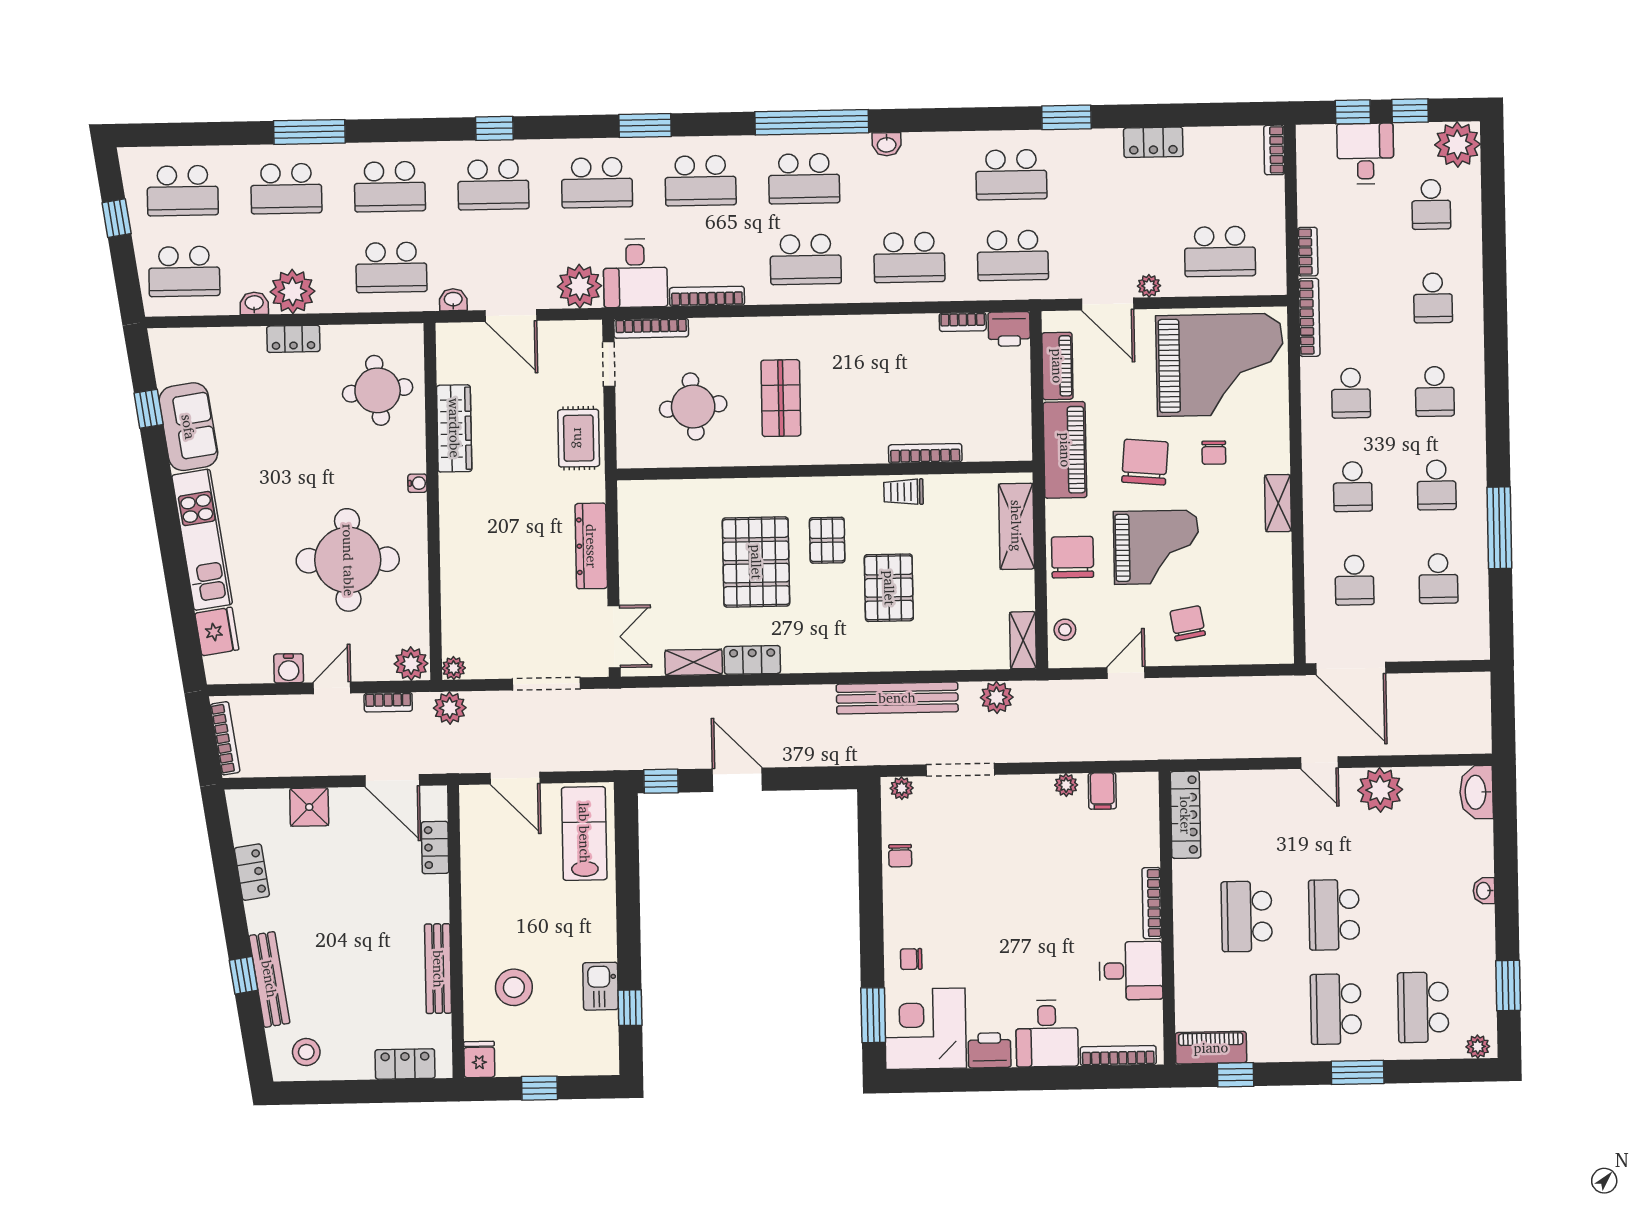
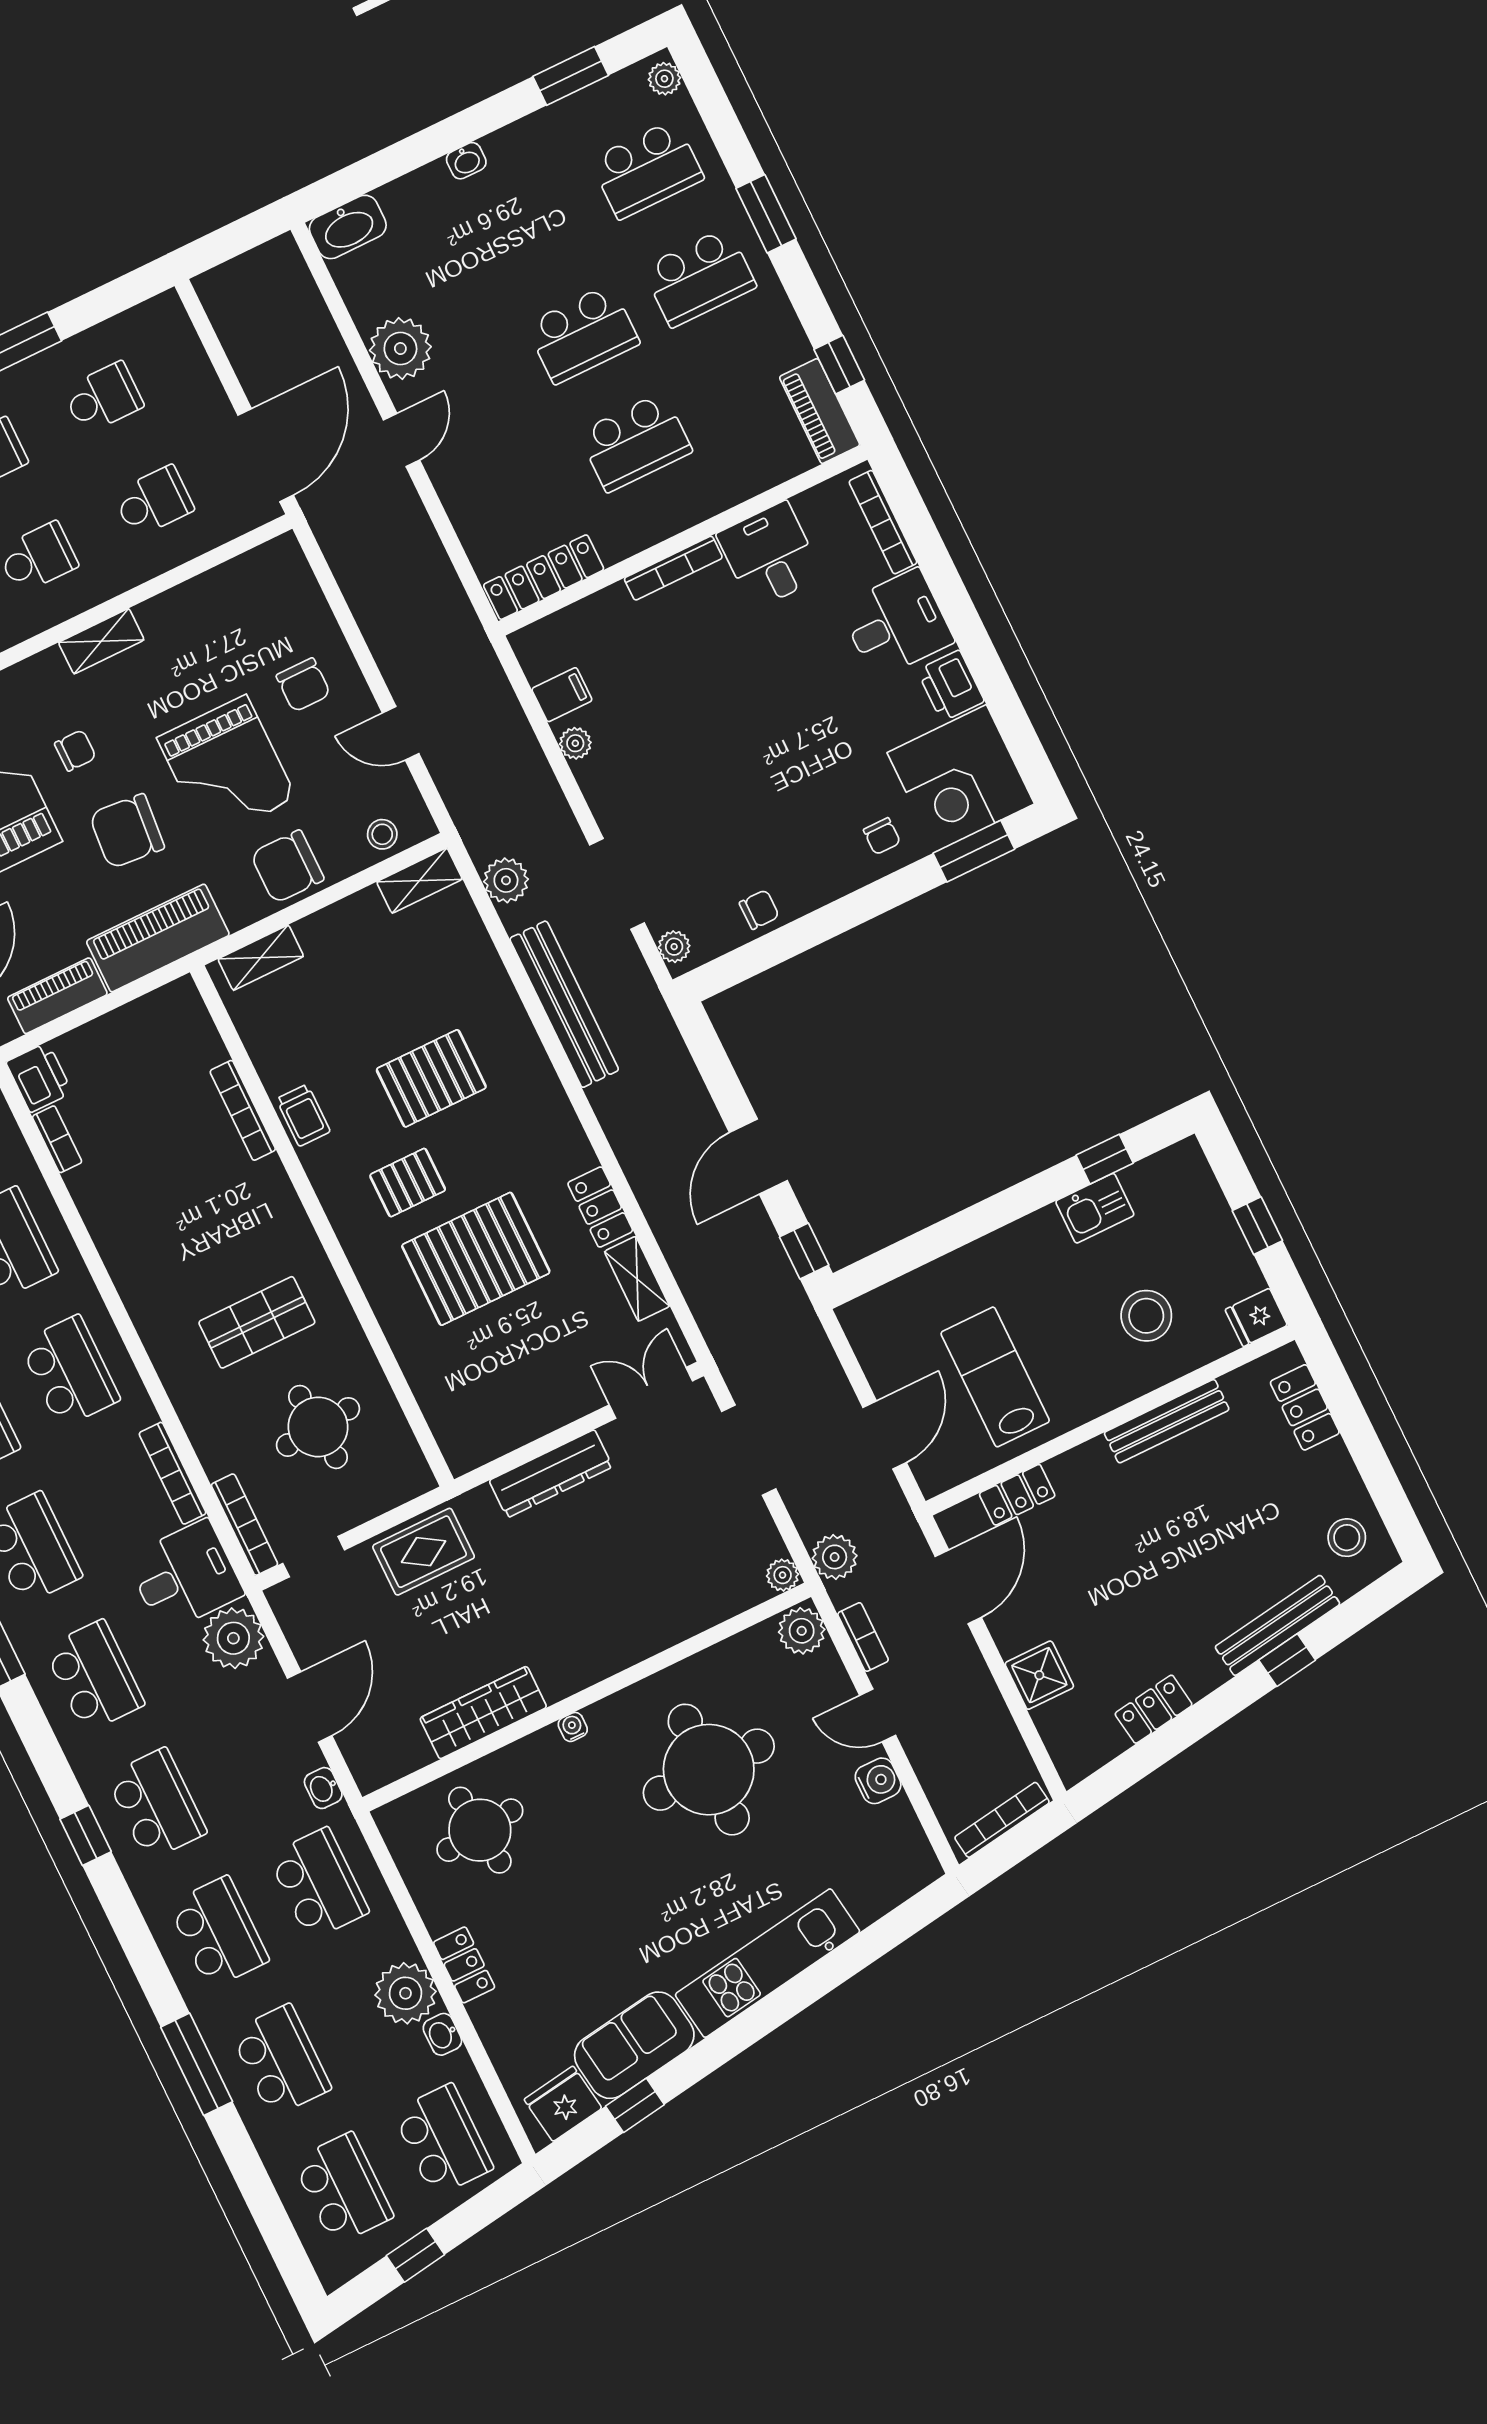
shelving: (1016, 526) -> (261, 958), width x0.67, depth x0.75
grand piano: (1156, 547) -> (227, 768), turned 180
chair: (1188, 623) -> (303, 685), turned -80
fridge: (217, 631) -> (563, 2104), moved
lab bench: (584, 833) -> (995, 1377), moved, turned 90

